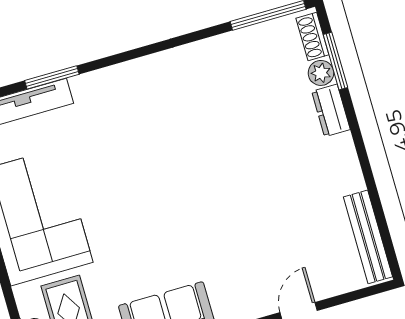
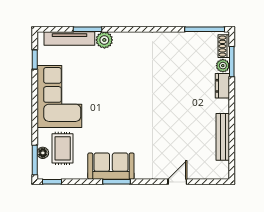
plant: (89, 88) -> (104, 40), added
bench: (368, 237) -> (223, 137), moved

